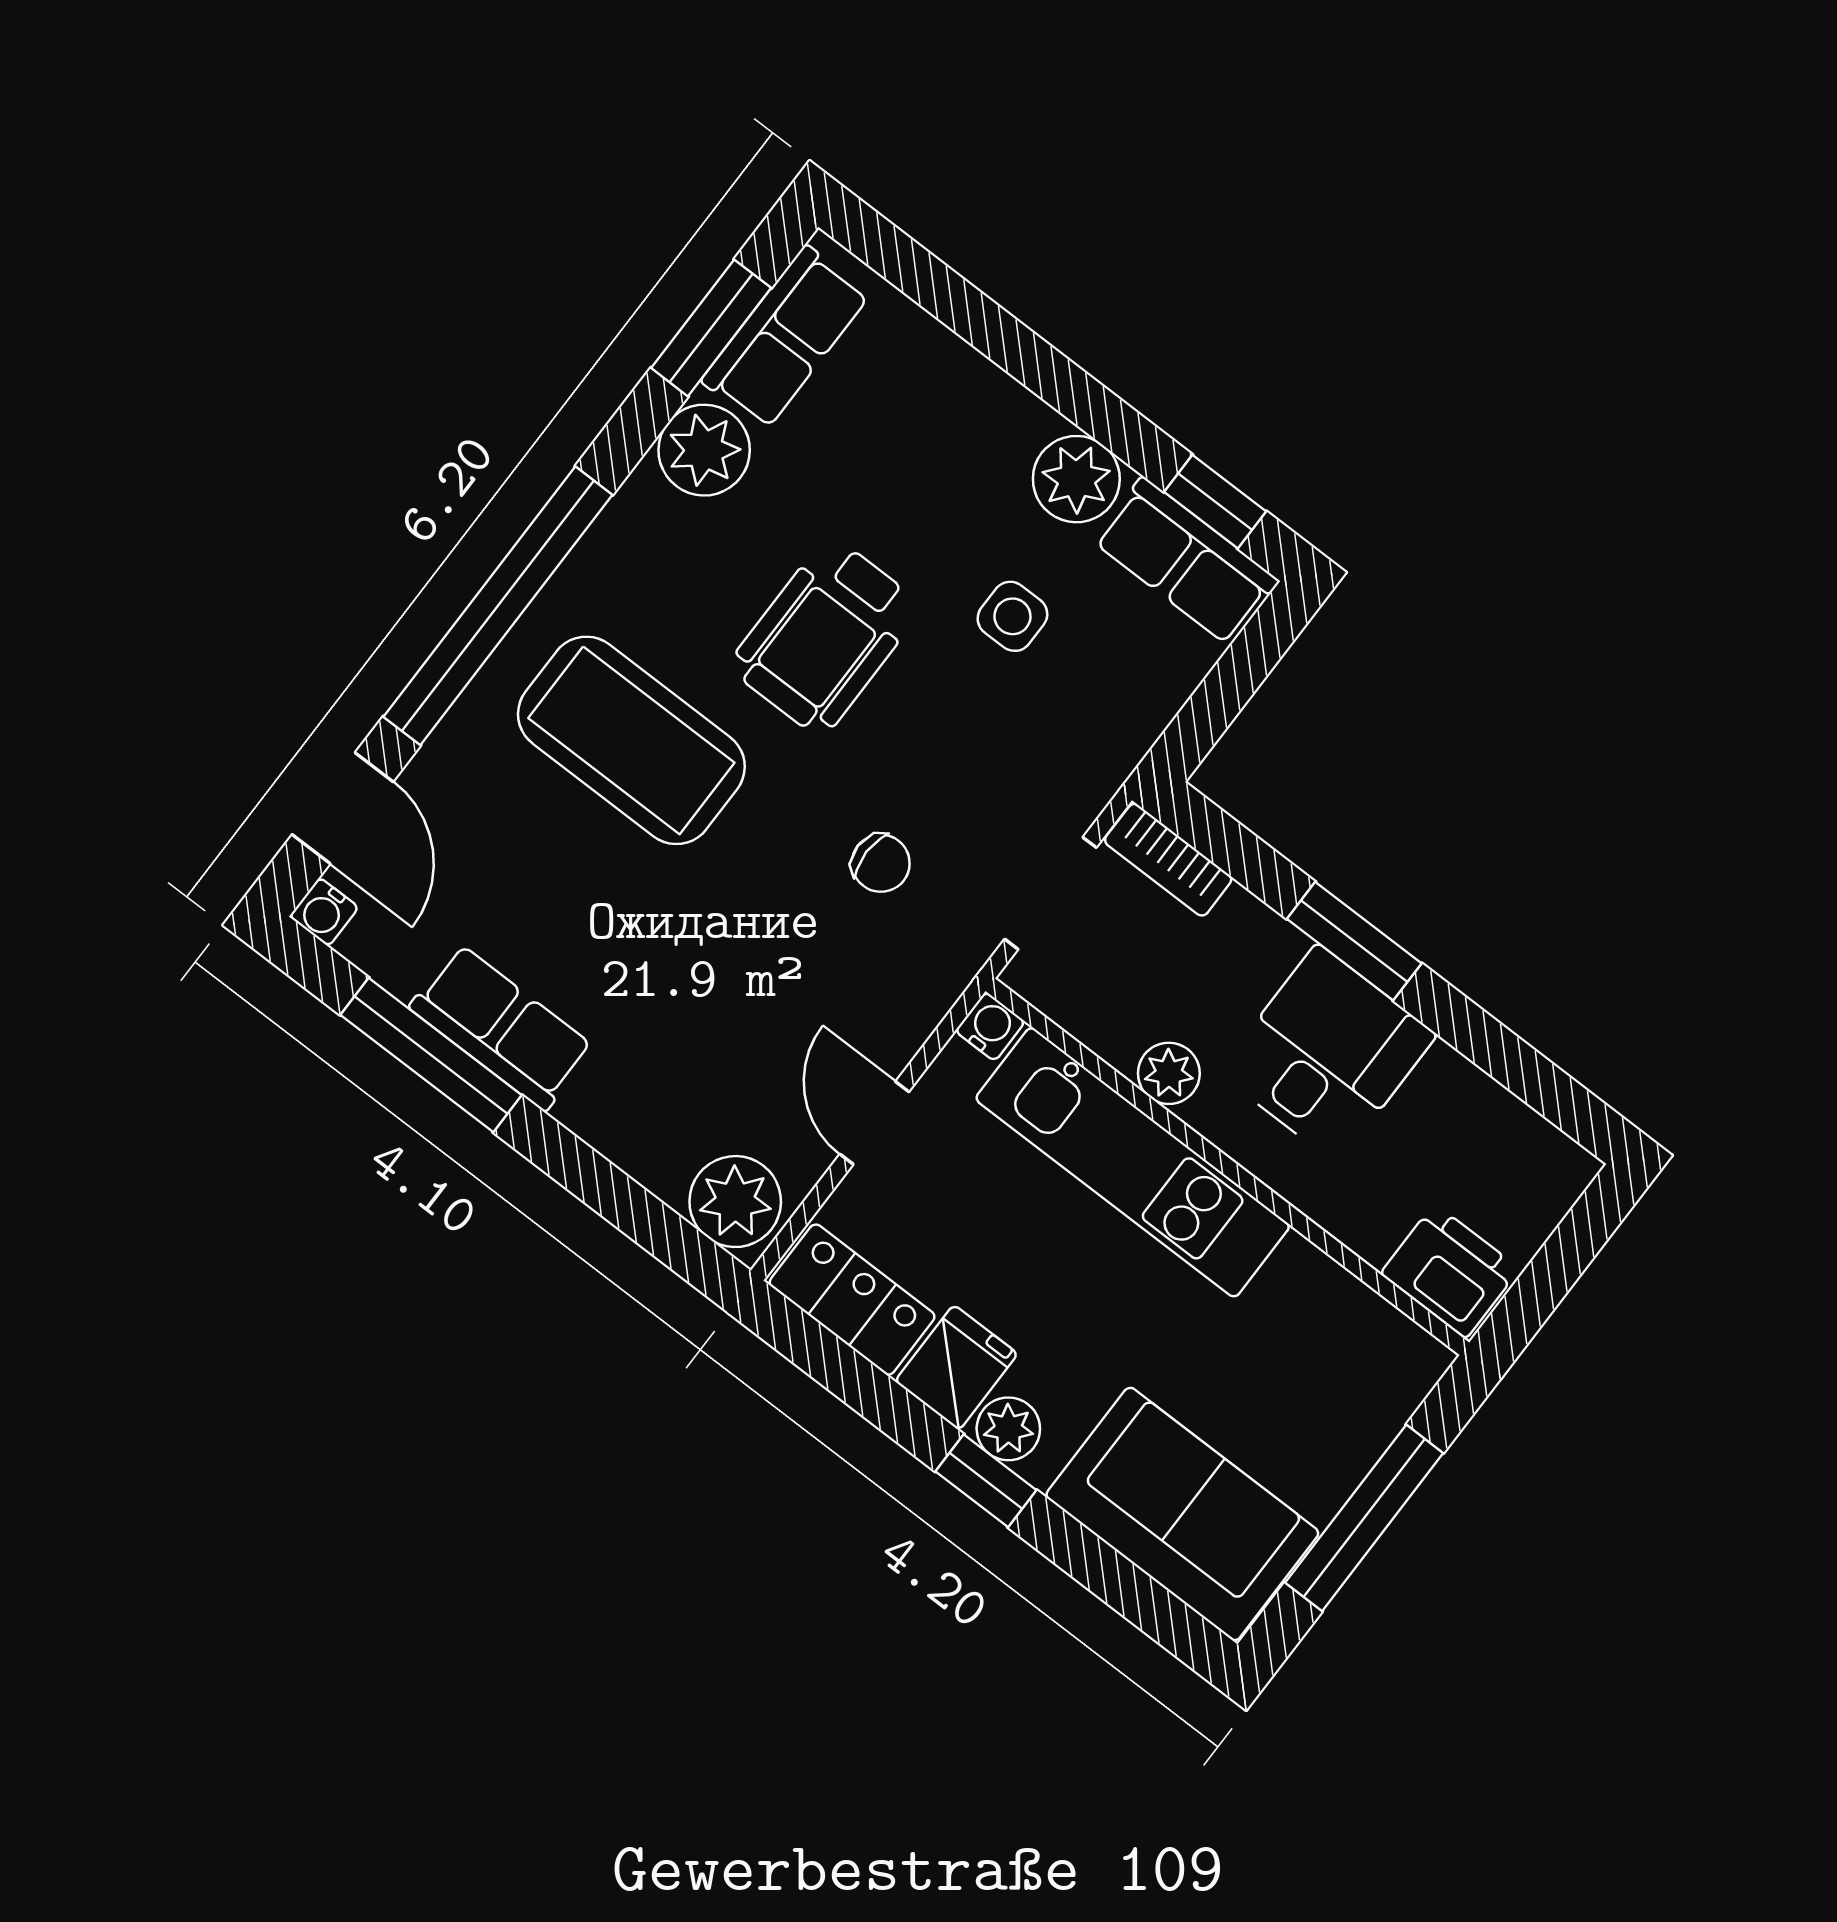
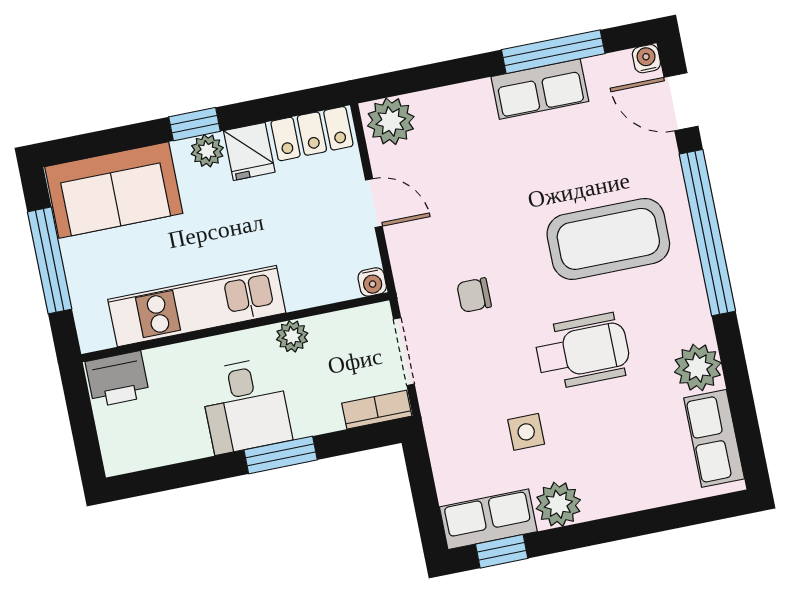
window: (711, 328) -> (744, 412), removed
wheelchair: (825, 636) -> (583, 351), turned 90
kitchen unit: (1133, 1162) -> (197, 306), moved

